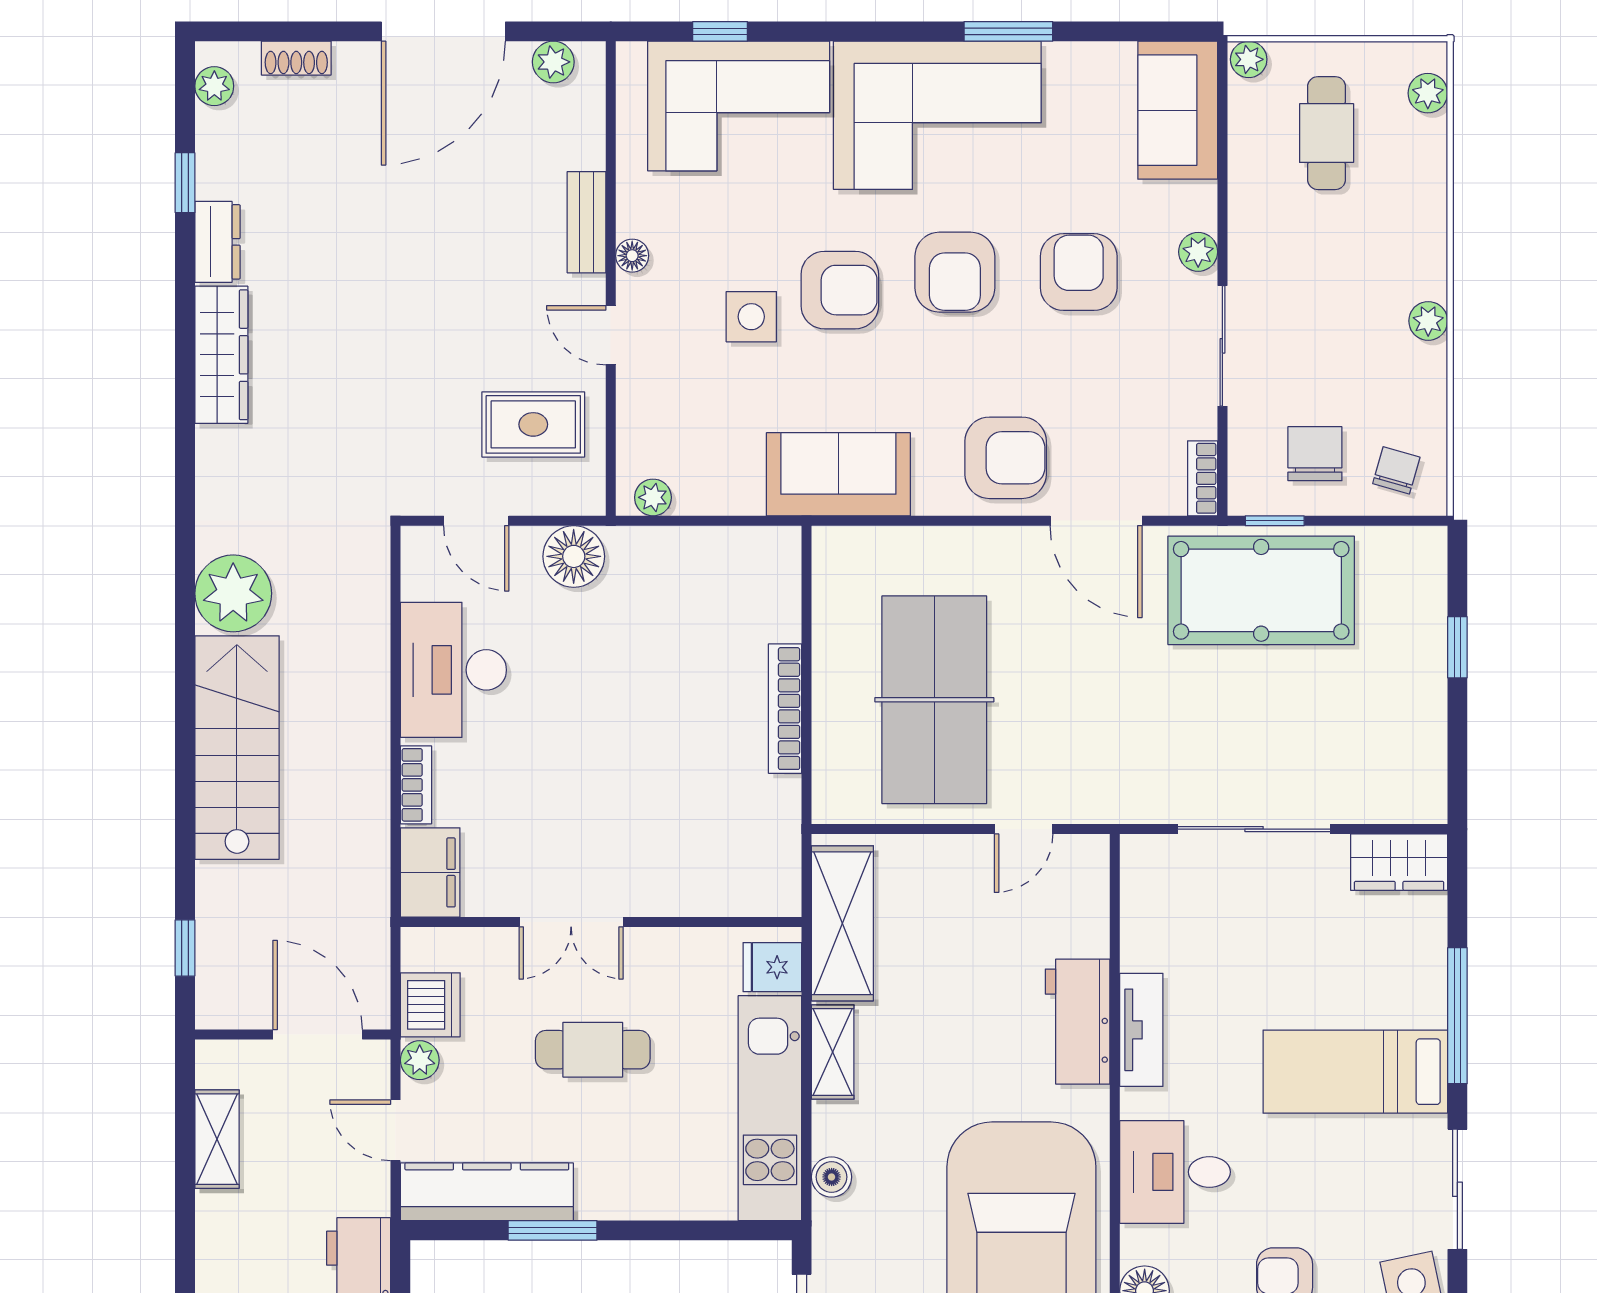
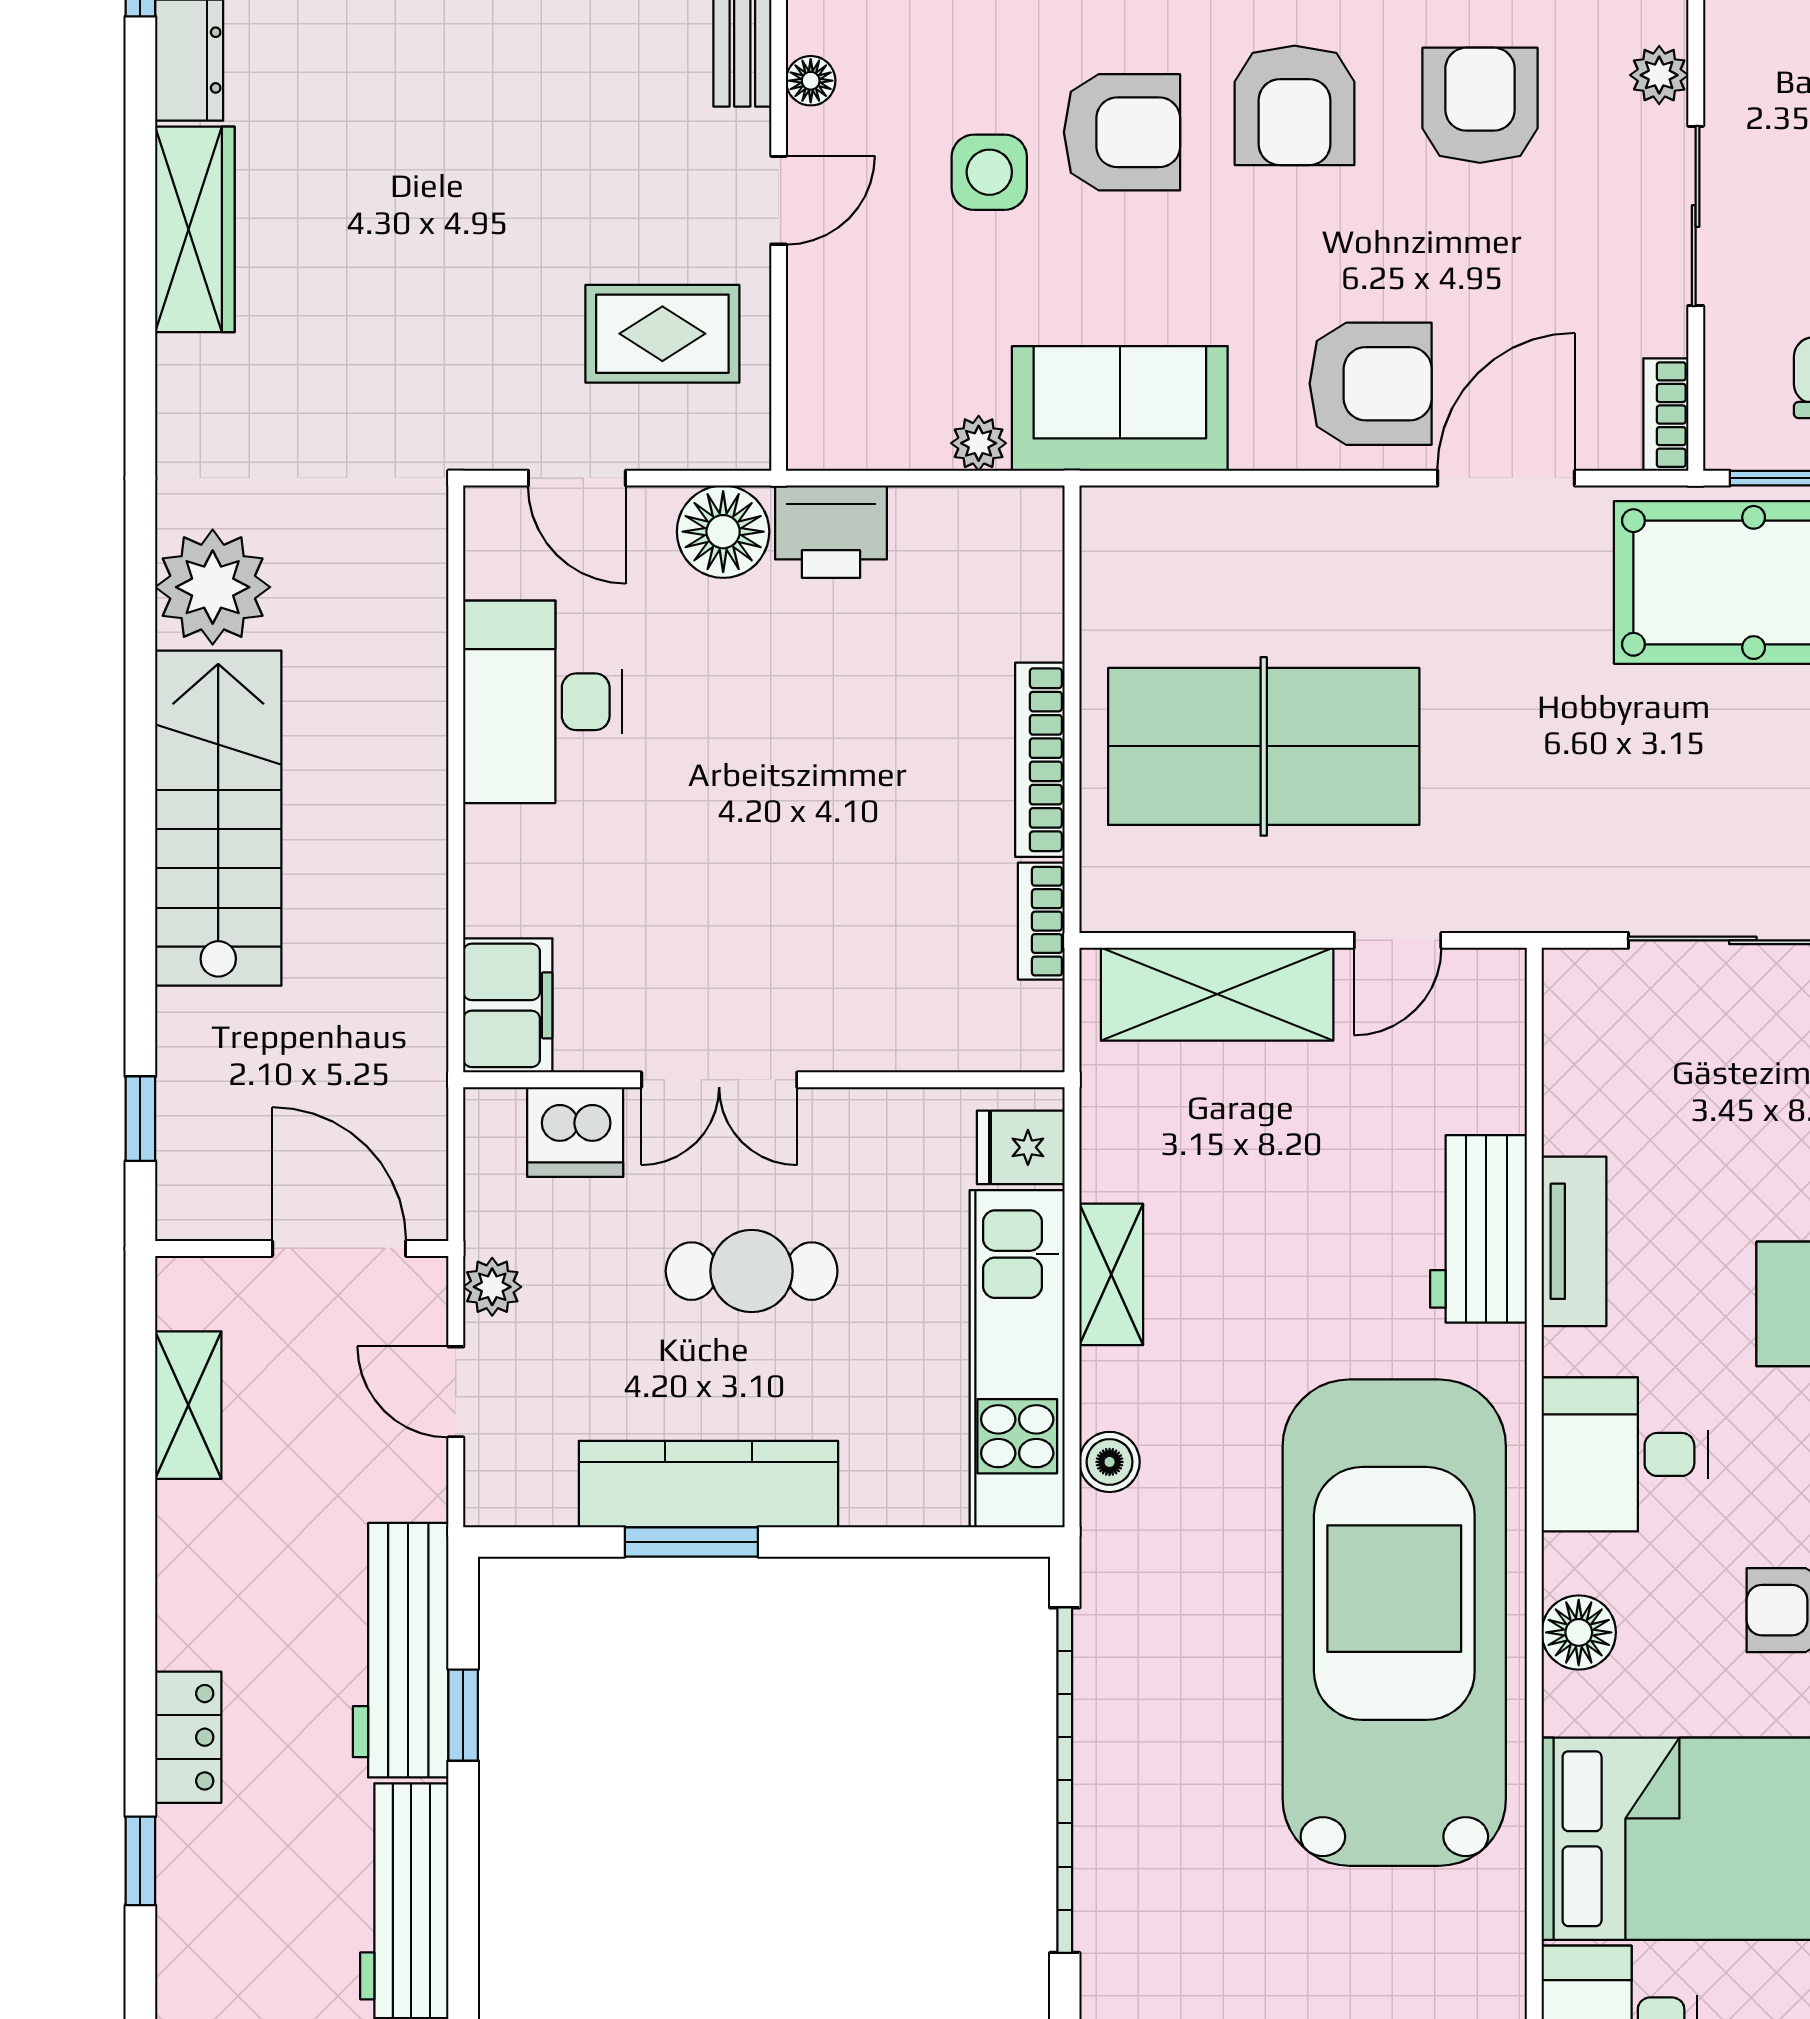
door: (611, 335) -> (779, 200), swing flipped
plant: (653, 497) -> (979, 443), moved
door: (1096, 521) -> (1506, 478), swing flipped
printer: (646, 556) -> (831, 532), added
table tennis table: (934, 700) -> (1264, 746), turned 90
bookcase: (416, 785) -> (1041, 921), moved, turned 180
shelving: (842, 923) -> (1217, 994), moved, turned 90
dishwasher: (430, 1005) -> (575, 1132), moved, turned 90
kitchen counter: (487, 1192) -> (708, 1484), moved

